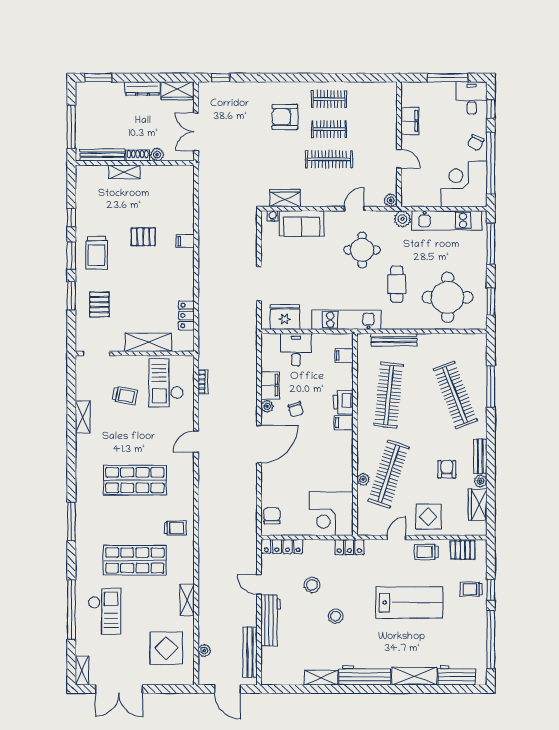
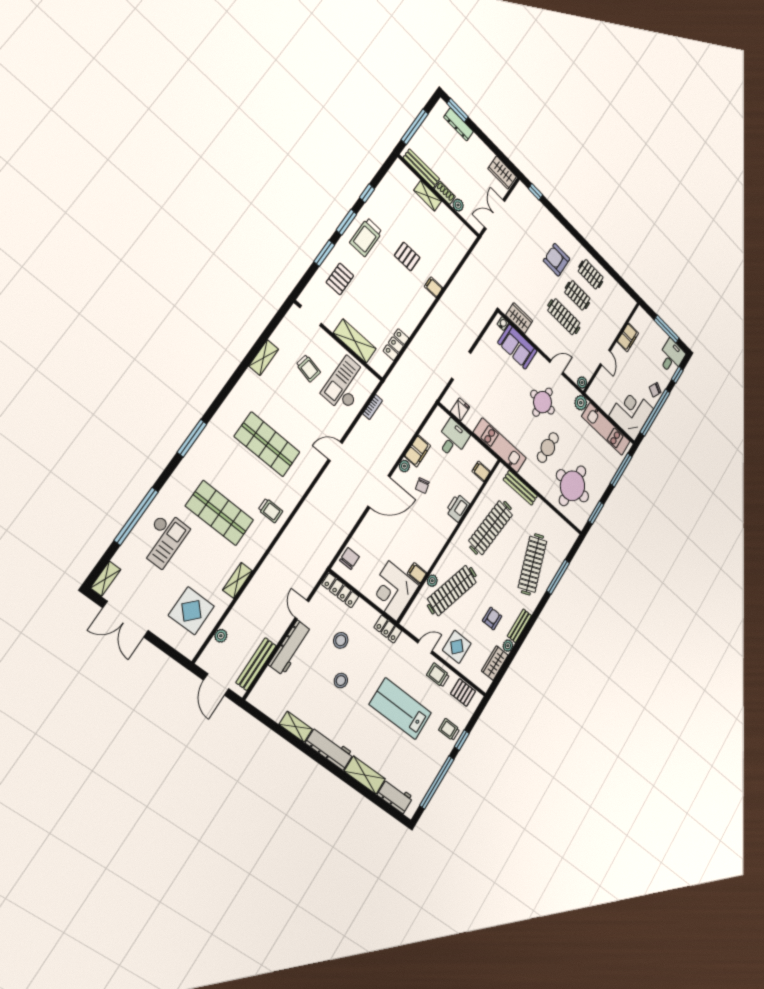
dresser: (143, 88) -> (459, 124), moved
fridge: (285, 317) -> (460, 409), width x0.53, depth x0.75
filing cabinet: (344, 423) -> (417, 573), moved
lab bench: (409, 603) -> (400, 709), turned 180

